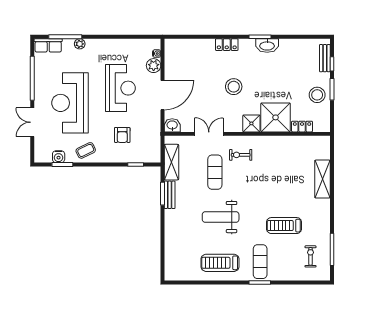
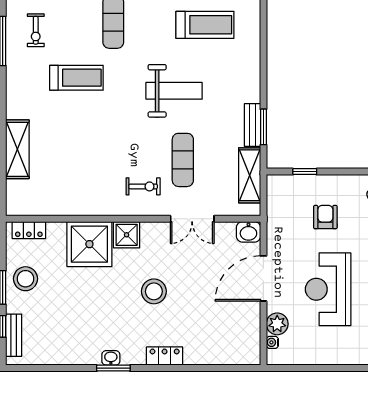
washbasin: (267, 46) -> (111, 358), width x0.52, depth x0.69
locker: (302, 127) -> (29, 230), moved
treadmill: (220, 263) -> (205, 25), moved

